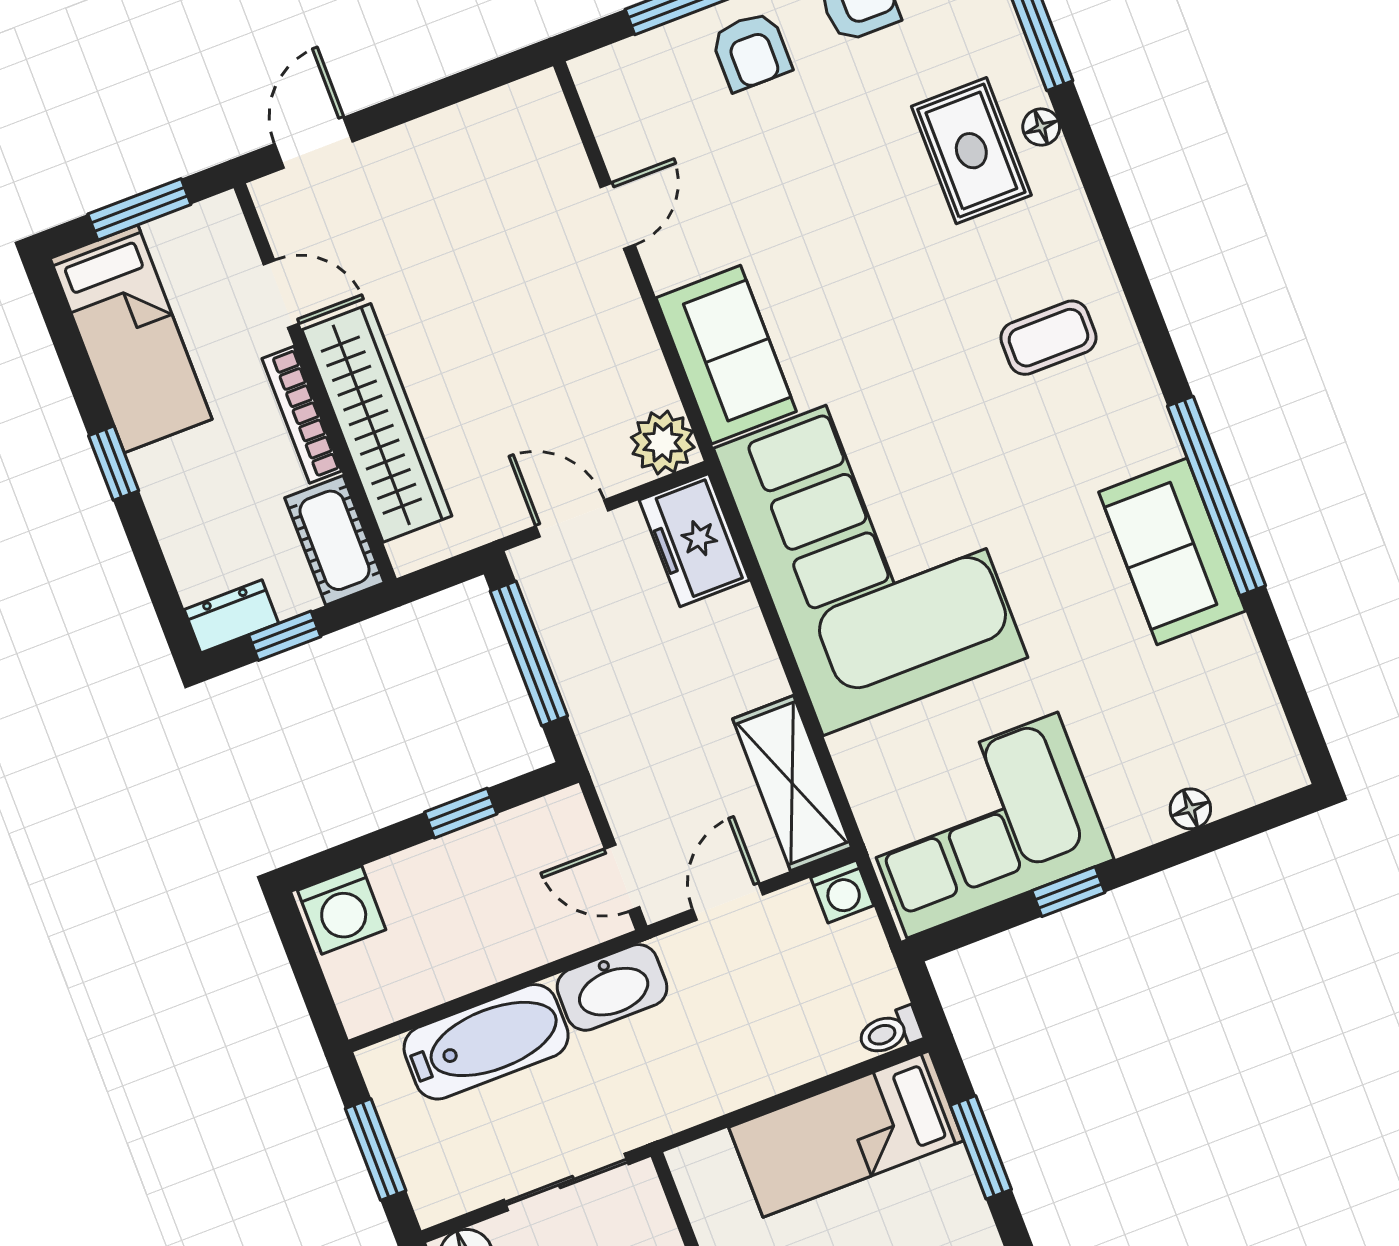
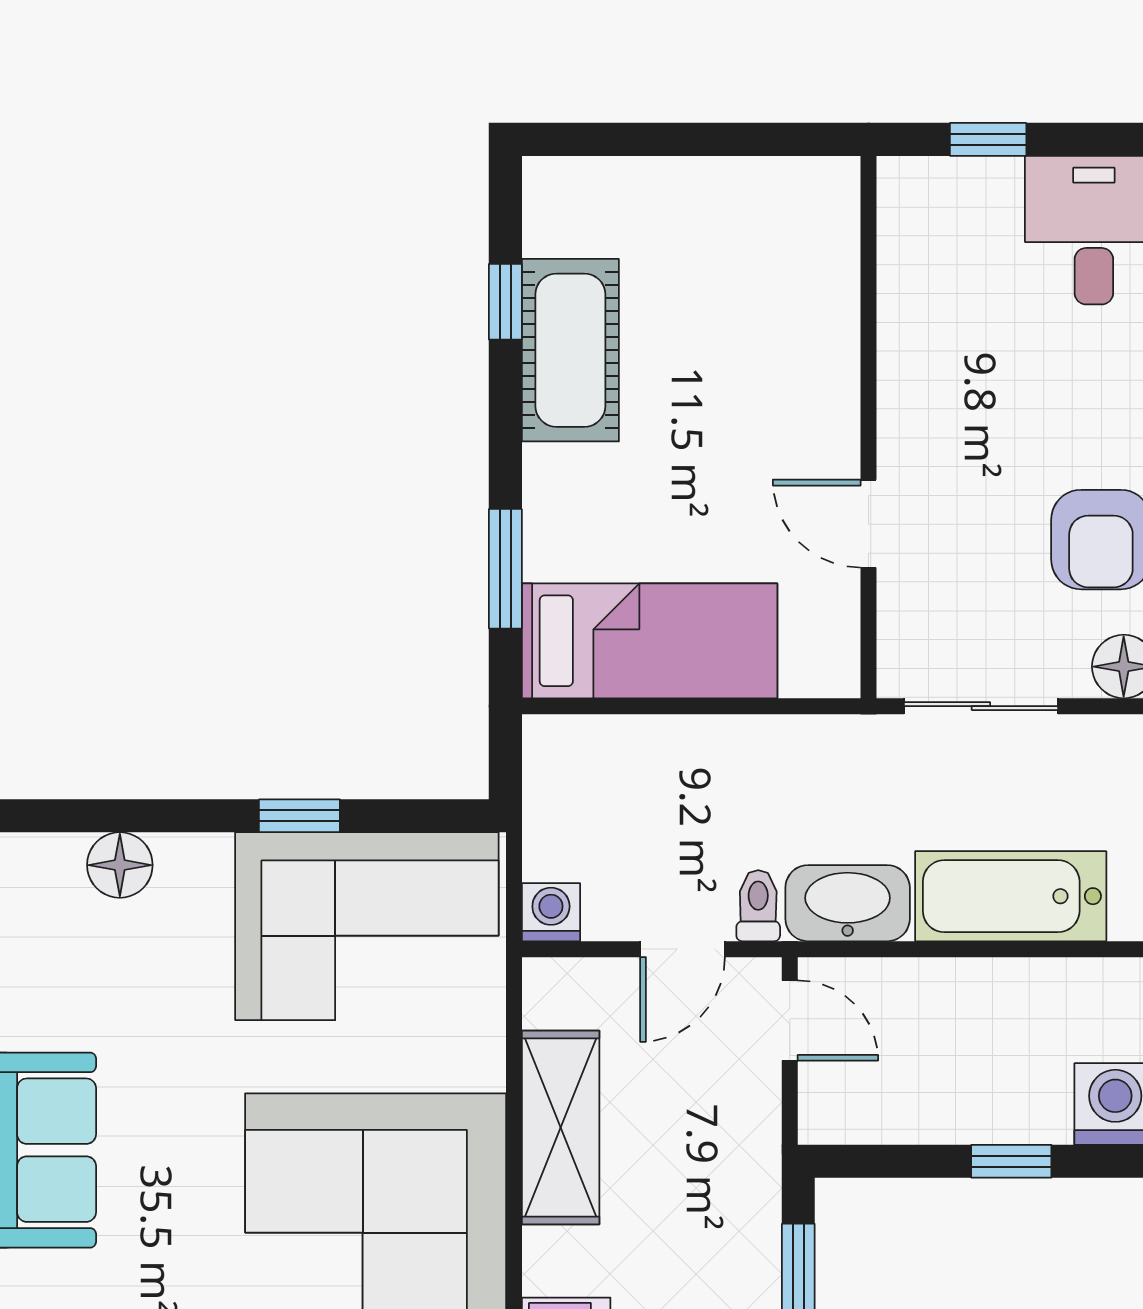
shelving: (792, 783) -> (561, 1128), moved
floor lamp: (1190, 809) -> (120, 865), width x1.37, depth x1.37
window: (461, 813) -> (1011, 1161), moved
toilet: (890, 1032) -> (758, 906), moved, turned -90

